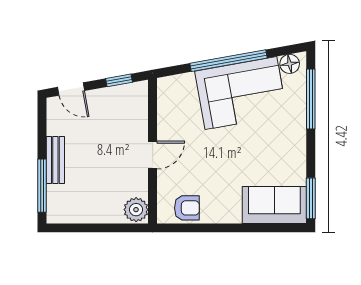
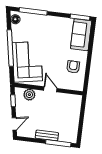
corner sofa: (241, 93) -> (27, 62), moved
armchair: (187, 208) -> (73, 67), moved
plant: (136, 210) -> (29, 95), moved

